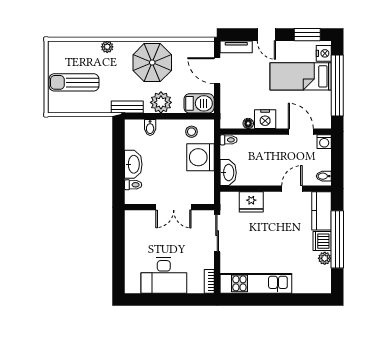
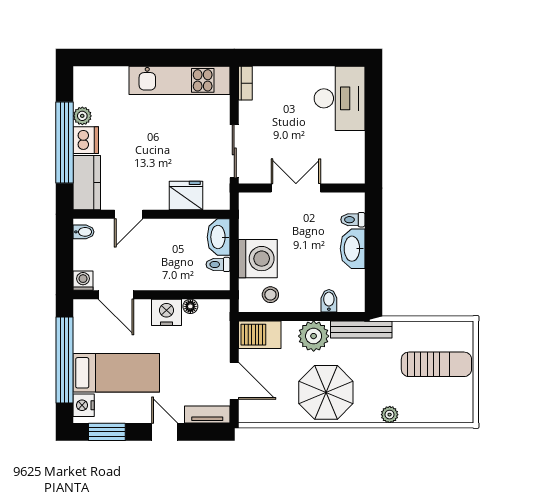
bench: (127, 107) -> (361, 329), width x1.36
toilet: (229, 140) -> (218, 264), moved
desk: (164, 276) -> (340, 98), moved, turned 90

